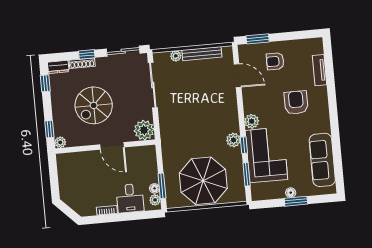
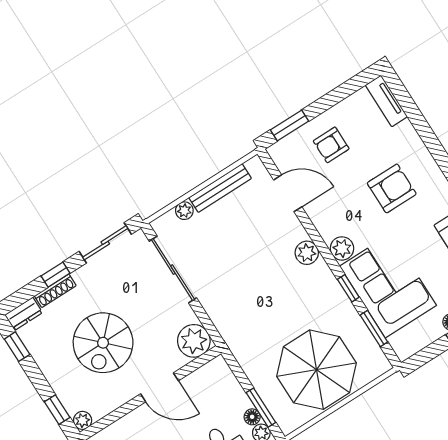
tv unit: (319, 70) -> (386, 101), moved
armchair: (296, 102) -> (392, 188), turned 90
plant: (233, 140) -> (307, 253), moved

